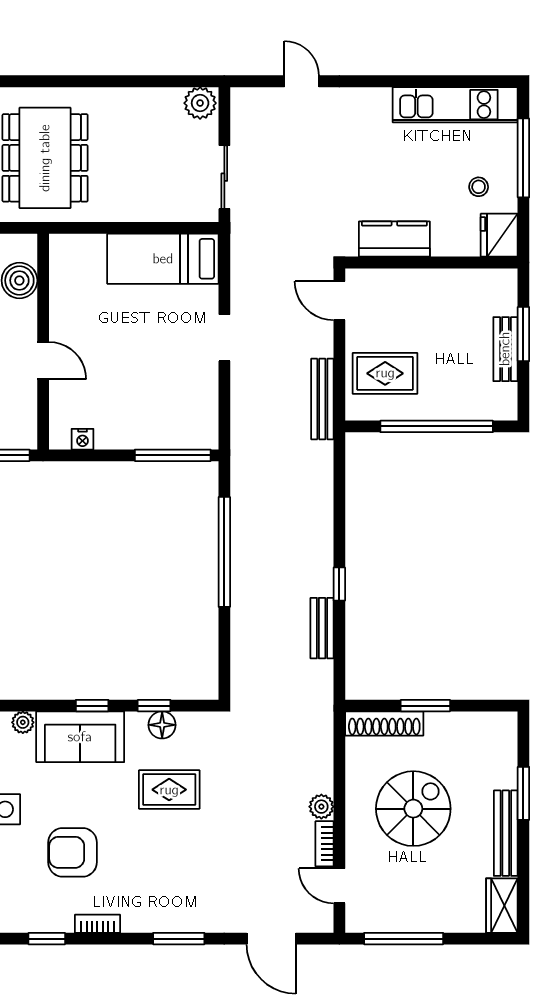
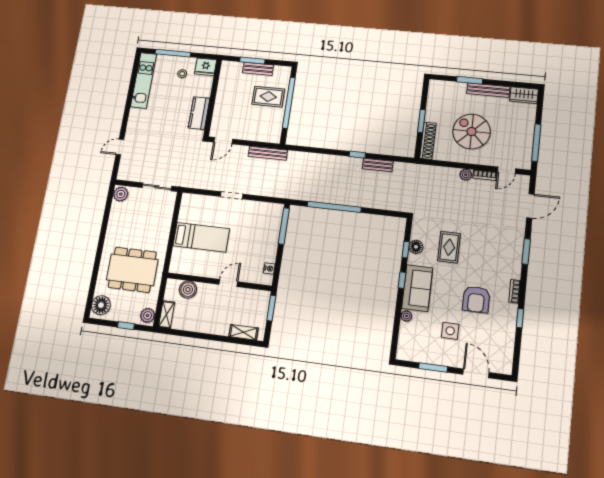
bed: (163, 259) -> (201, 237), moved, turned -90
rug: (385, 373) -> (268, 97), moved, turned 90

